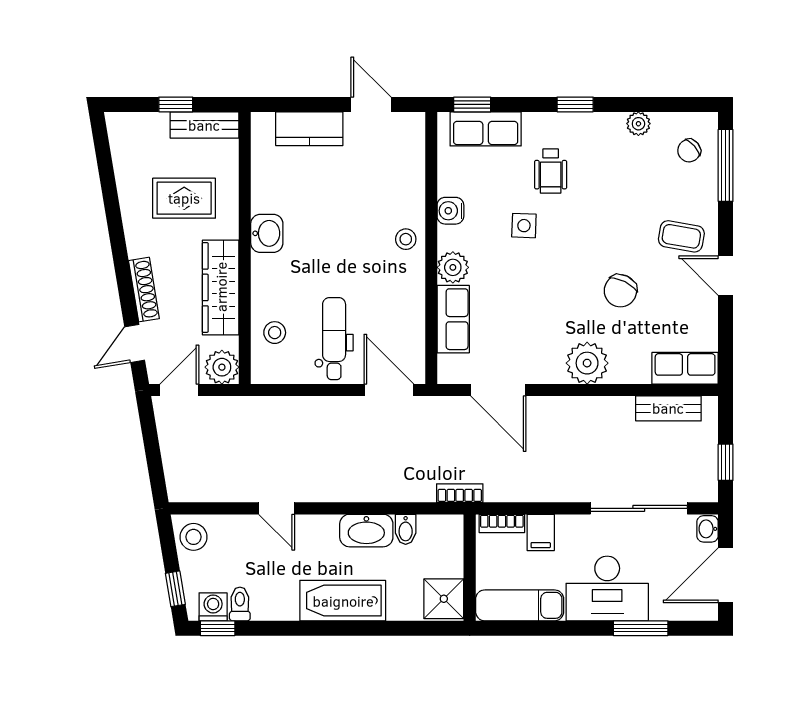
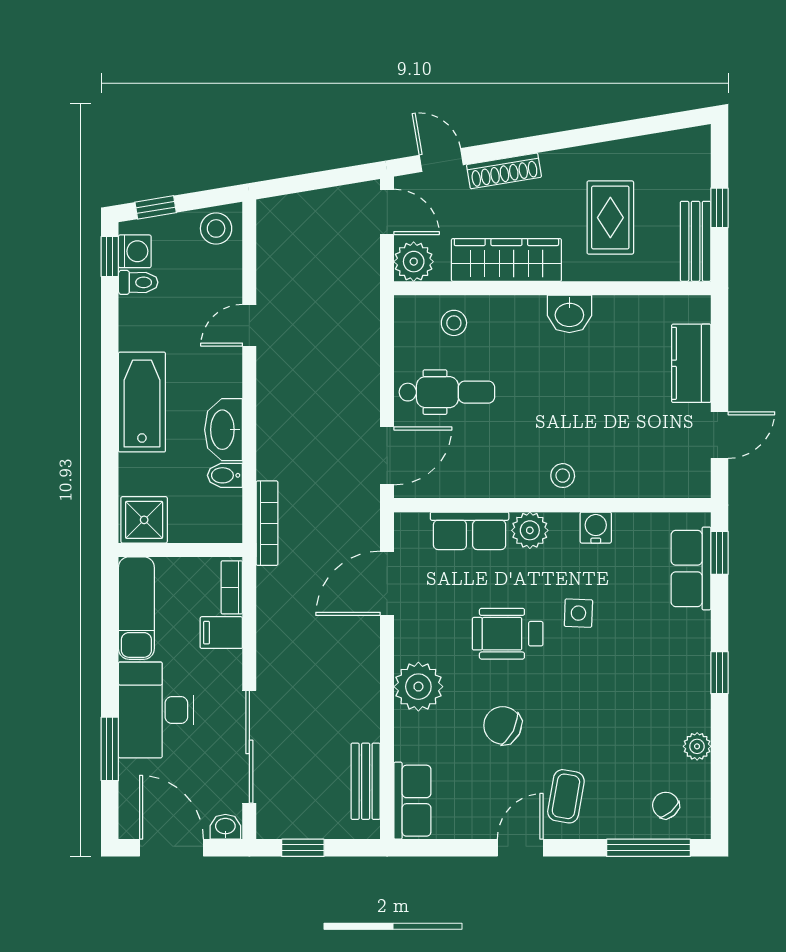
wheelchair: (551, 171) -> (508, 634), moved, width x1.36, depth x1.37
bookcase: (460, 493) -> (267, 523), width x1.56

